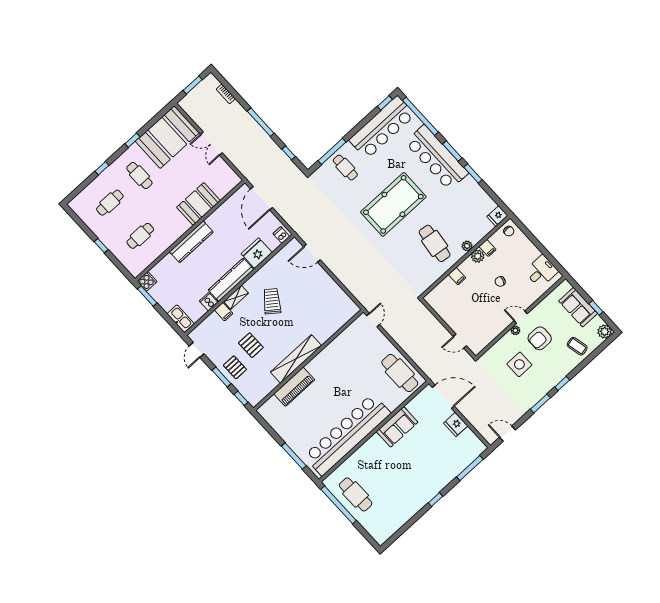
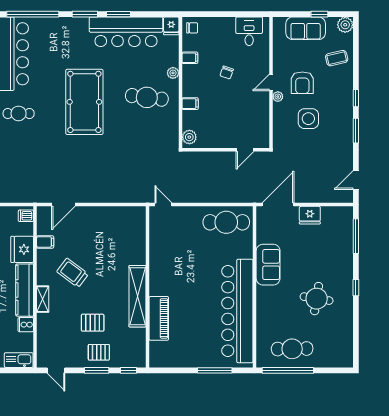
bar counter: (437, 158) -> (126, 32), moved
plant: (478, 256) -> (189, 137), moved
filing cabinet: (224, 312) -> (45, 242), moved
round table: (404, 480) -> (317, 299), added

